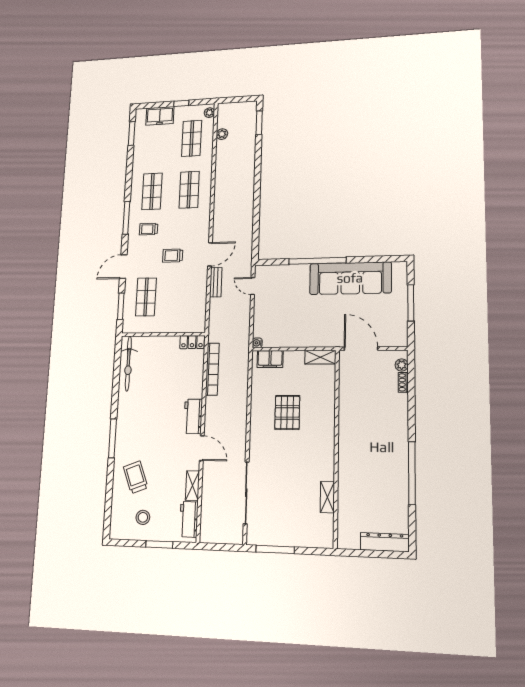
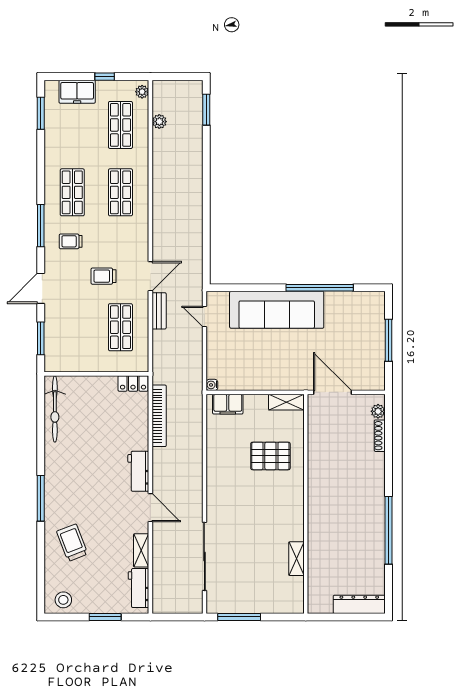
window: (317, 261) -> (320, 288), moved
sofa: (350, 278) -> (277, 310), moved
shop shelf: (146, 297) -> (120, 327), moved
shoe rack: (403, 382) -> (380, 436), width x1.43
pallet: (287, 412) -> (270, 456), moved, turned 90
stool: (143, 517) -> (63, 600), moved

